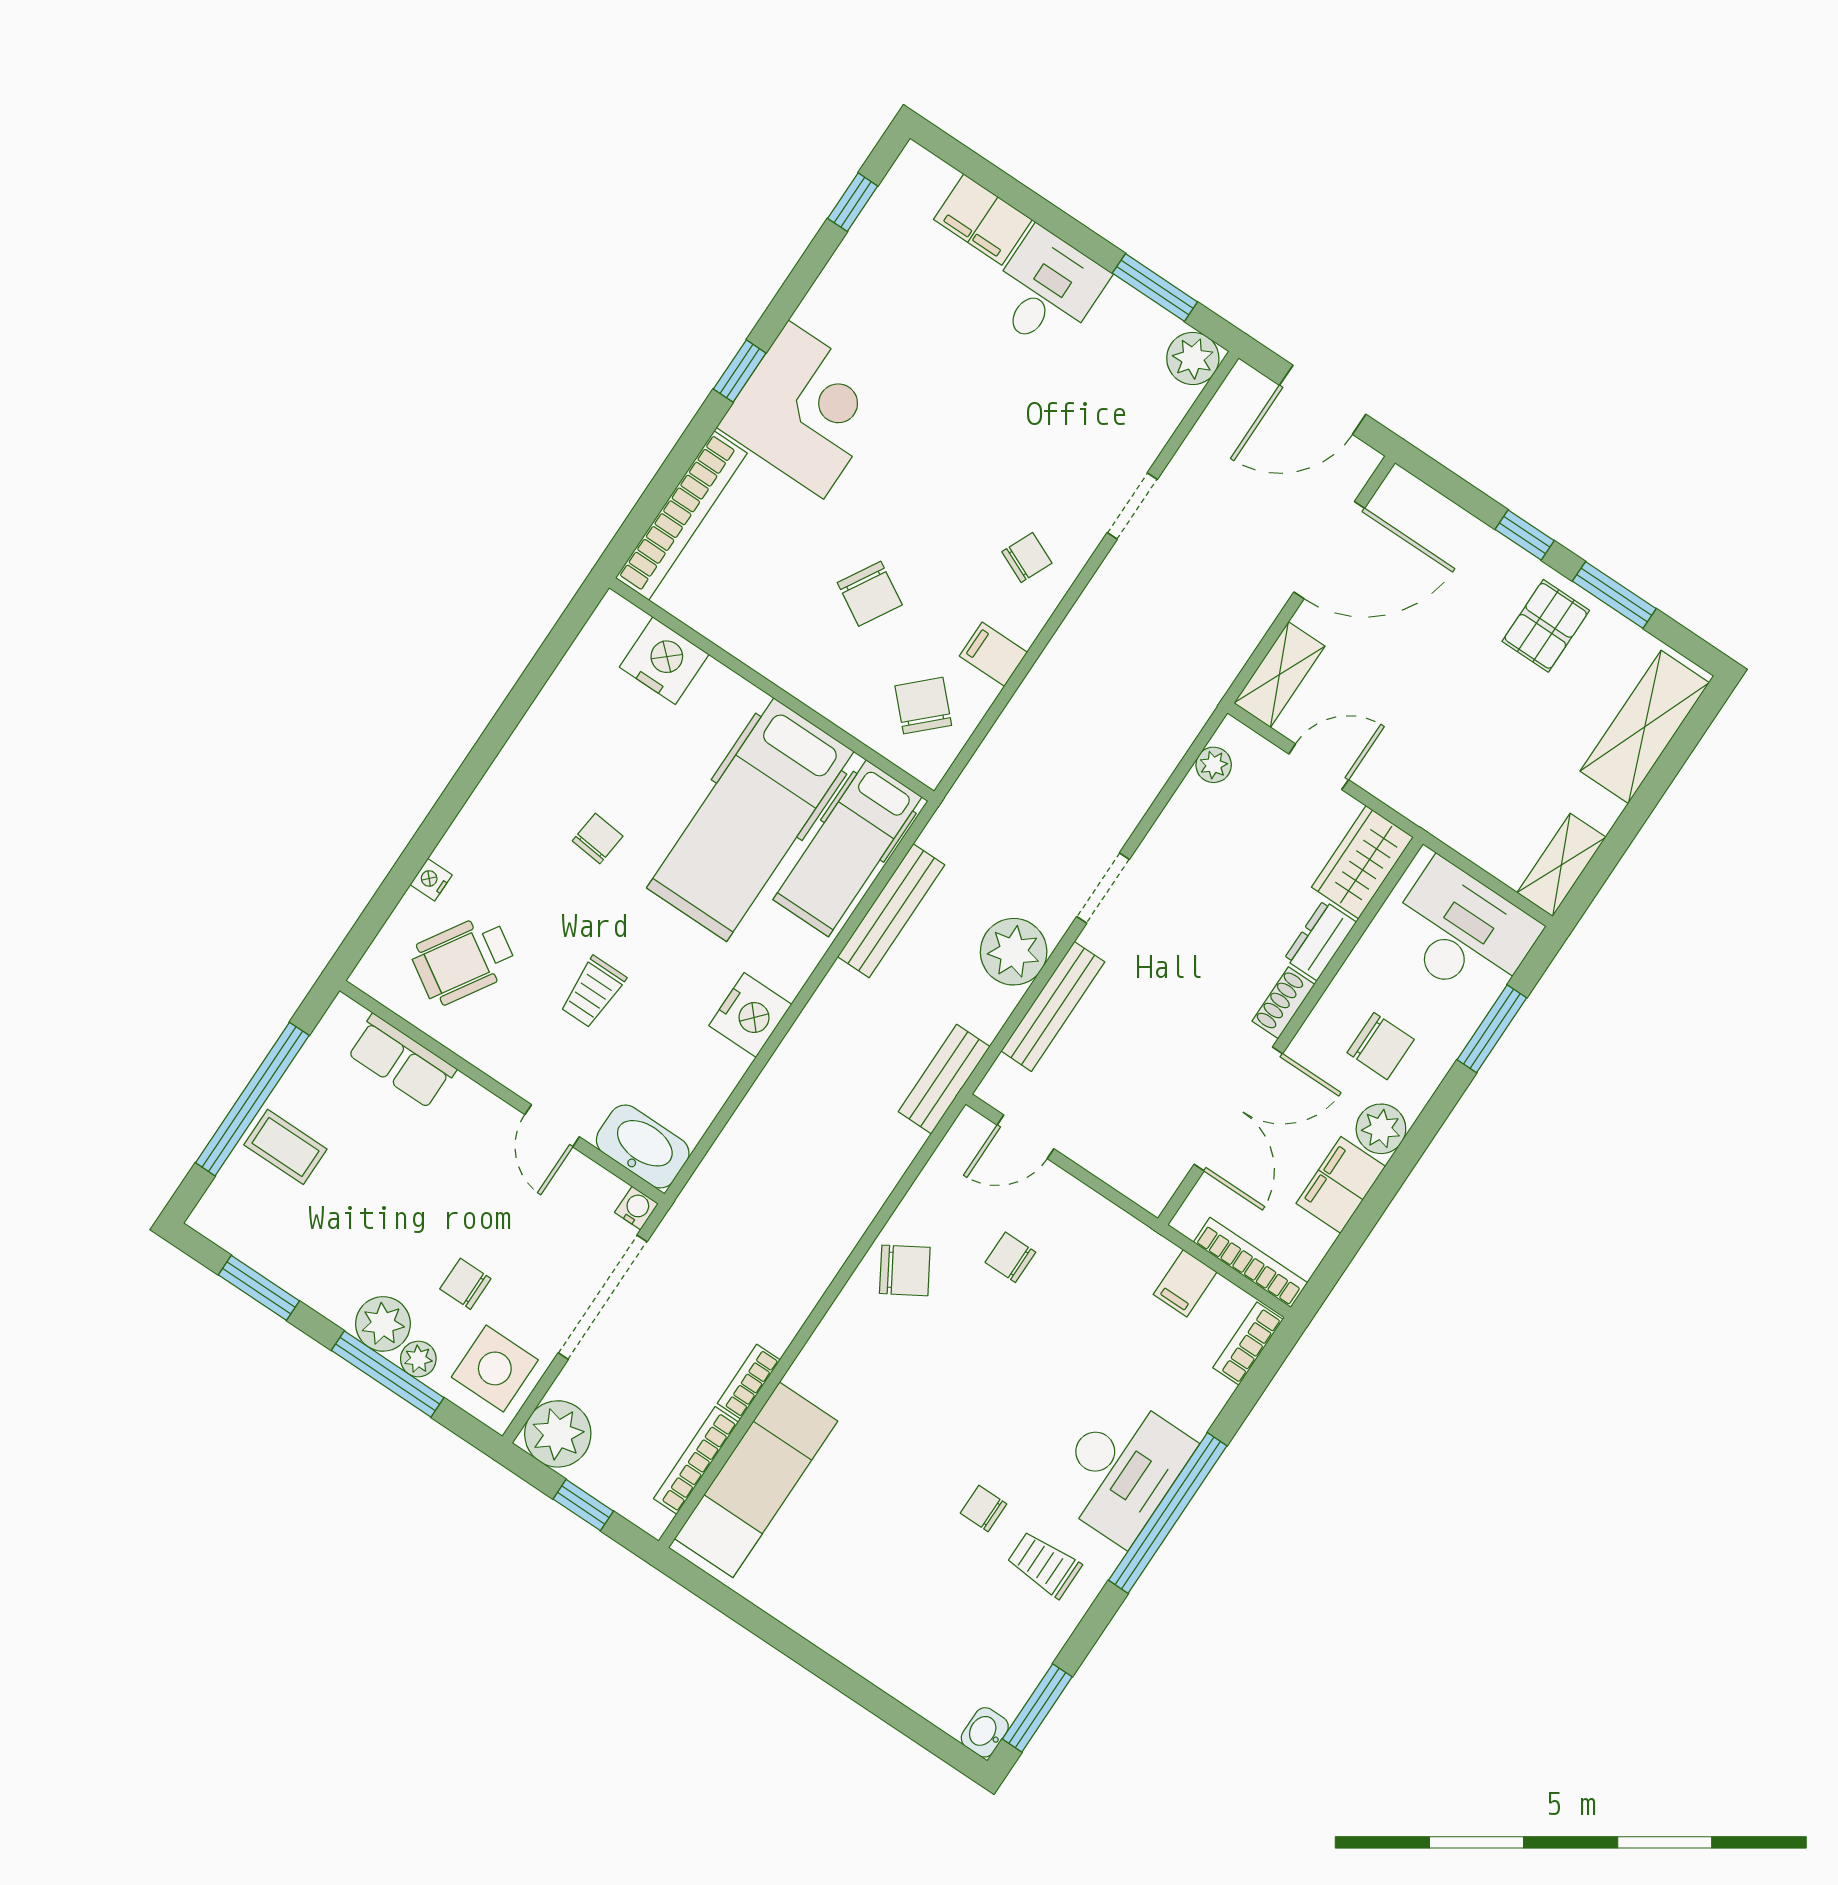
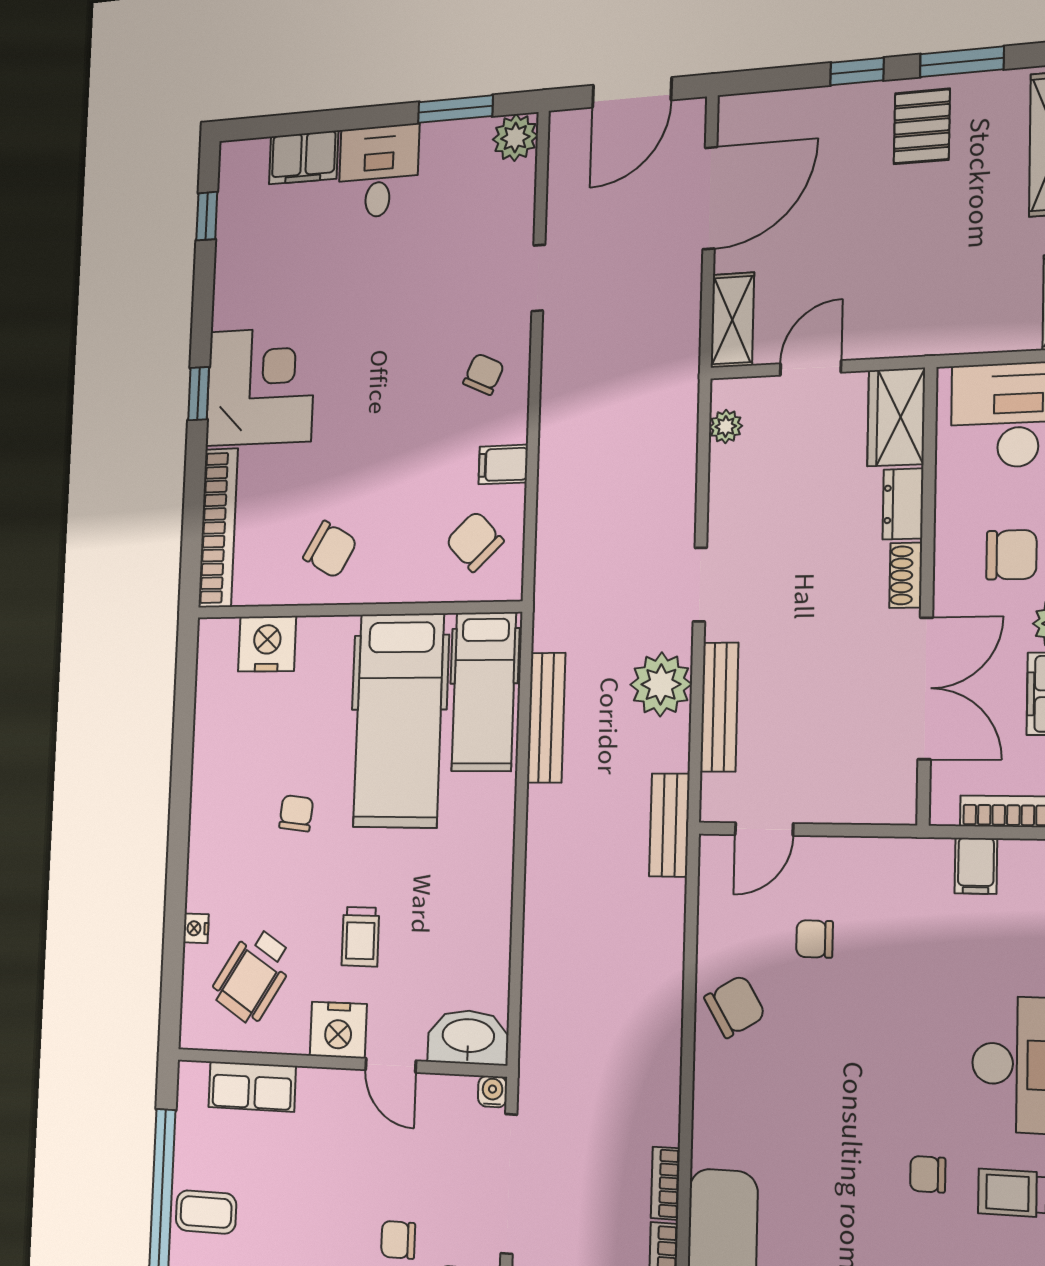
chair: (870, 594) -> (330, 550), moved
nightstand: (750, 1015) -> (338, 1030), moved, turned 90

